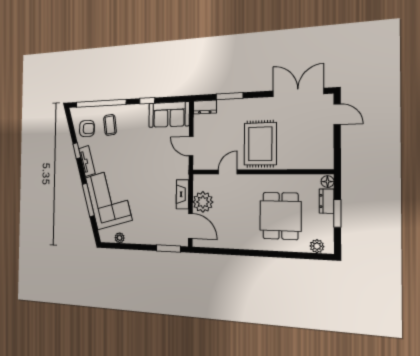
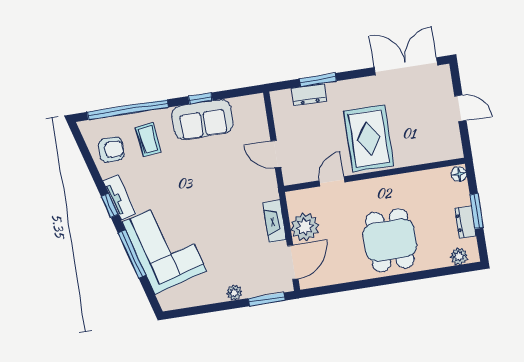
dresser: (205, 107) -> (309, 95), moved
door: (337, 114) -> (460, 108), moved
sofa: (169, 115) -> (203, 120), moved
window: (77, 151) -> (110, 205), moved
dresser: (327, 201) -> (465, 222), moved
dining table: (280, 216) -> (390, 240), moved
door: (190, 226) -> (293, 262), hinge flipped
plant: (120, 238) -> (234, 293), moved

